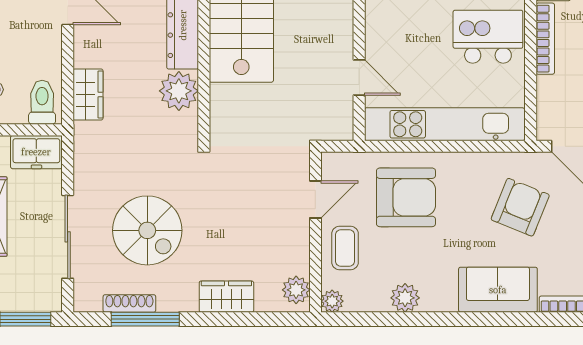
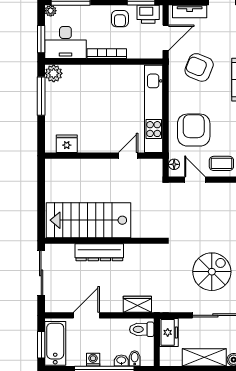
kitchen island: (488, 37) -> (106, 85), removed
plant: (179, 91) -> (135, 254), removed
floor lamp: (343, 162) -> (174, 164), added

